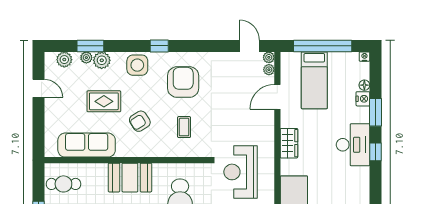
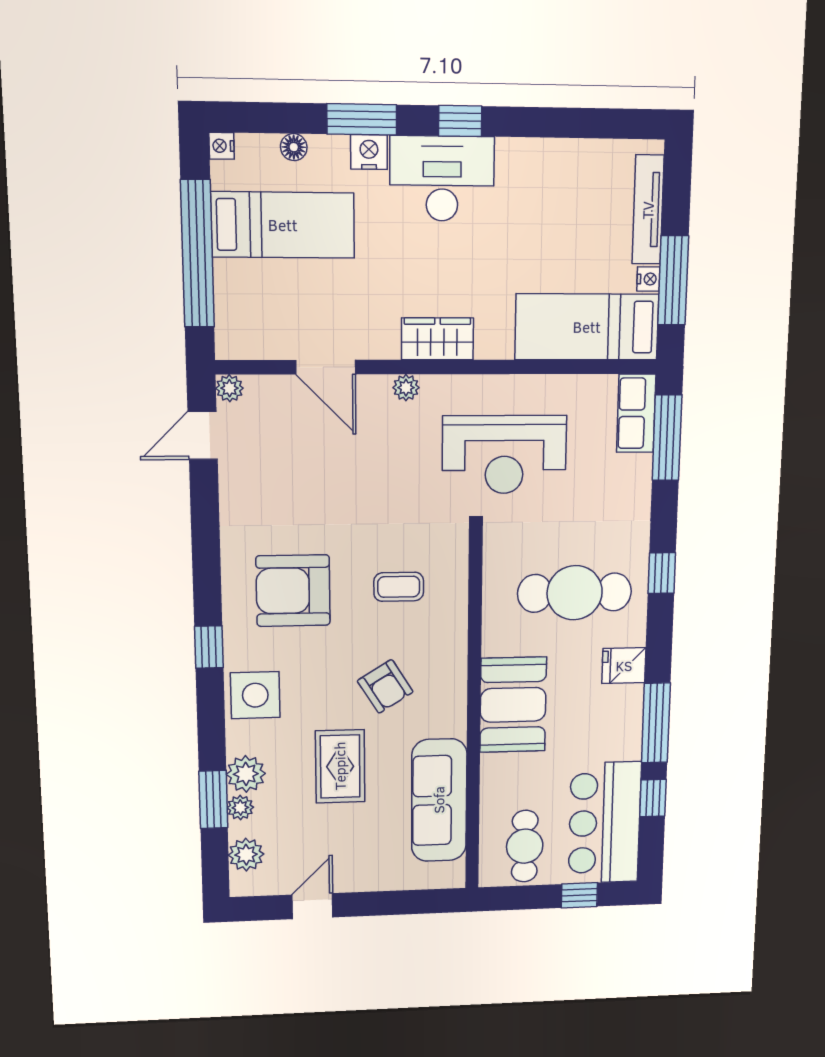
plant: (269, 70) -> (406, 388), moved
bed: (314, 80) -> (283, 225), moved
nightstand: (363, 99) -> (369, 152), moved

